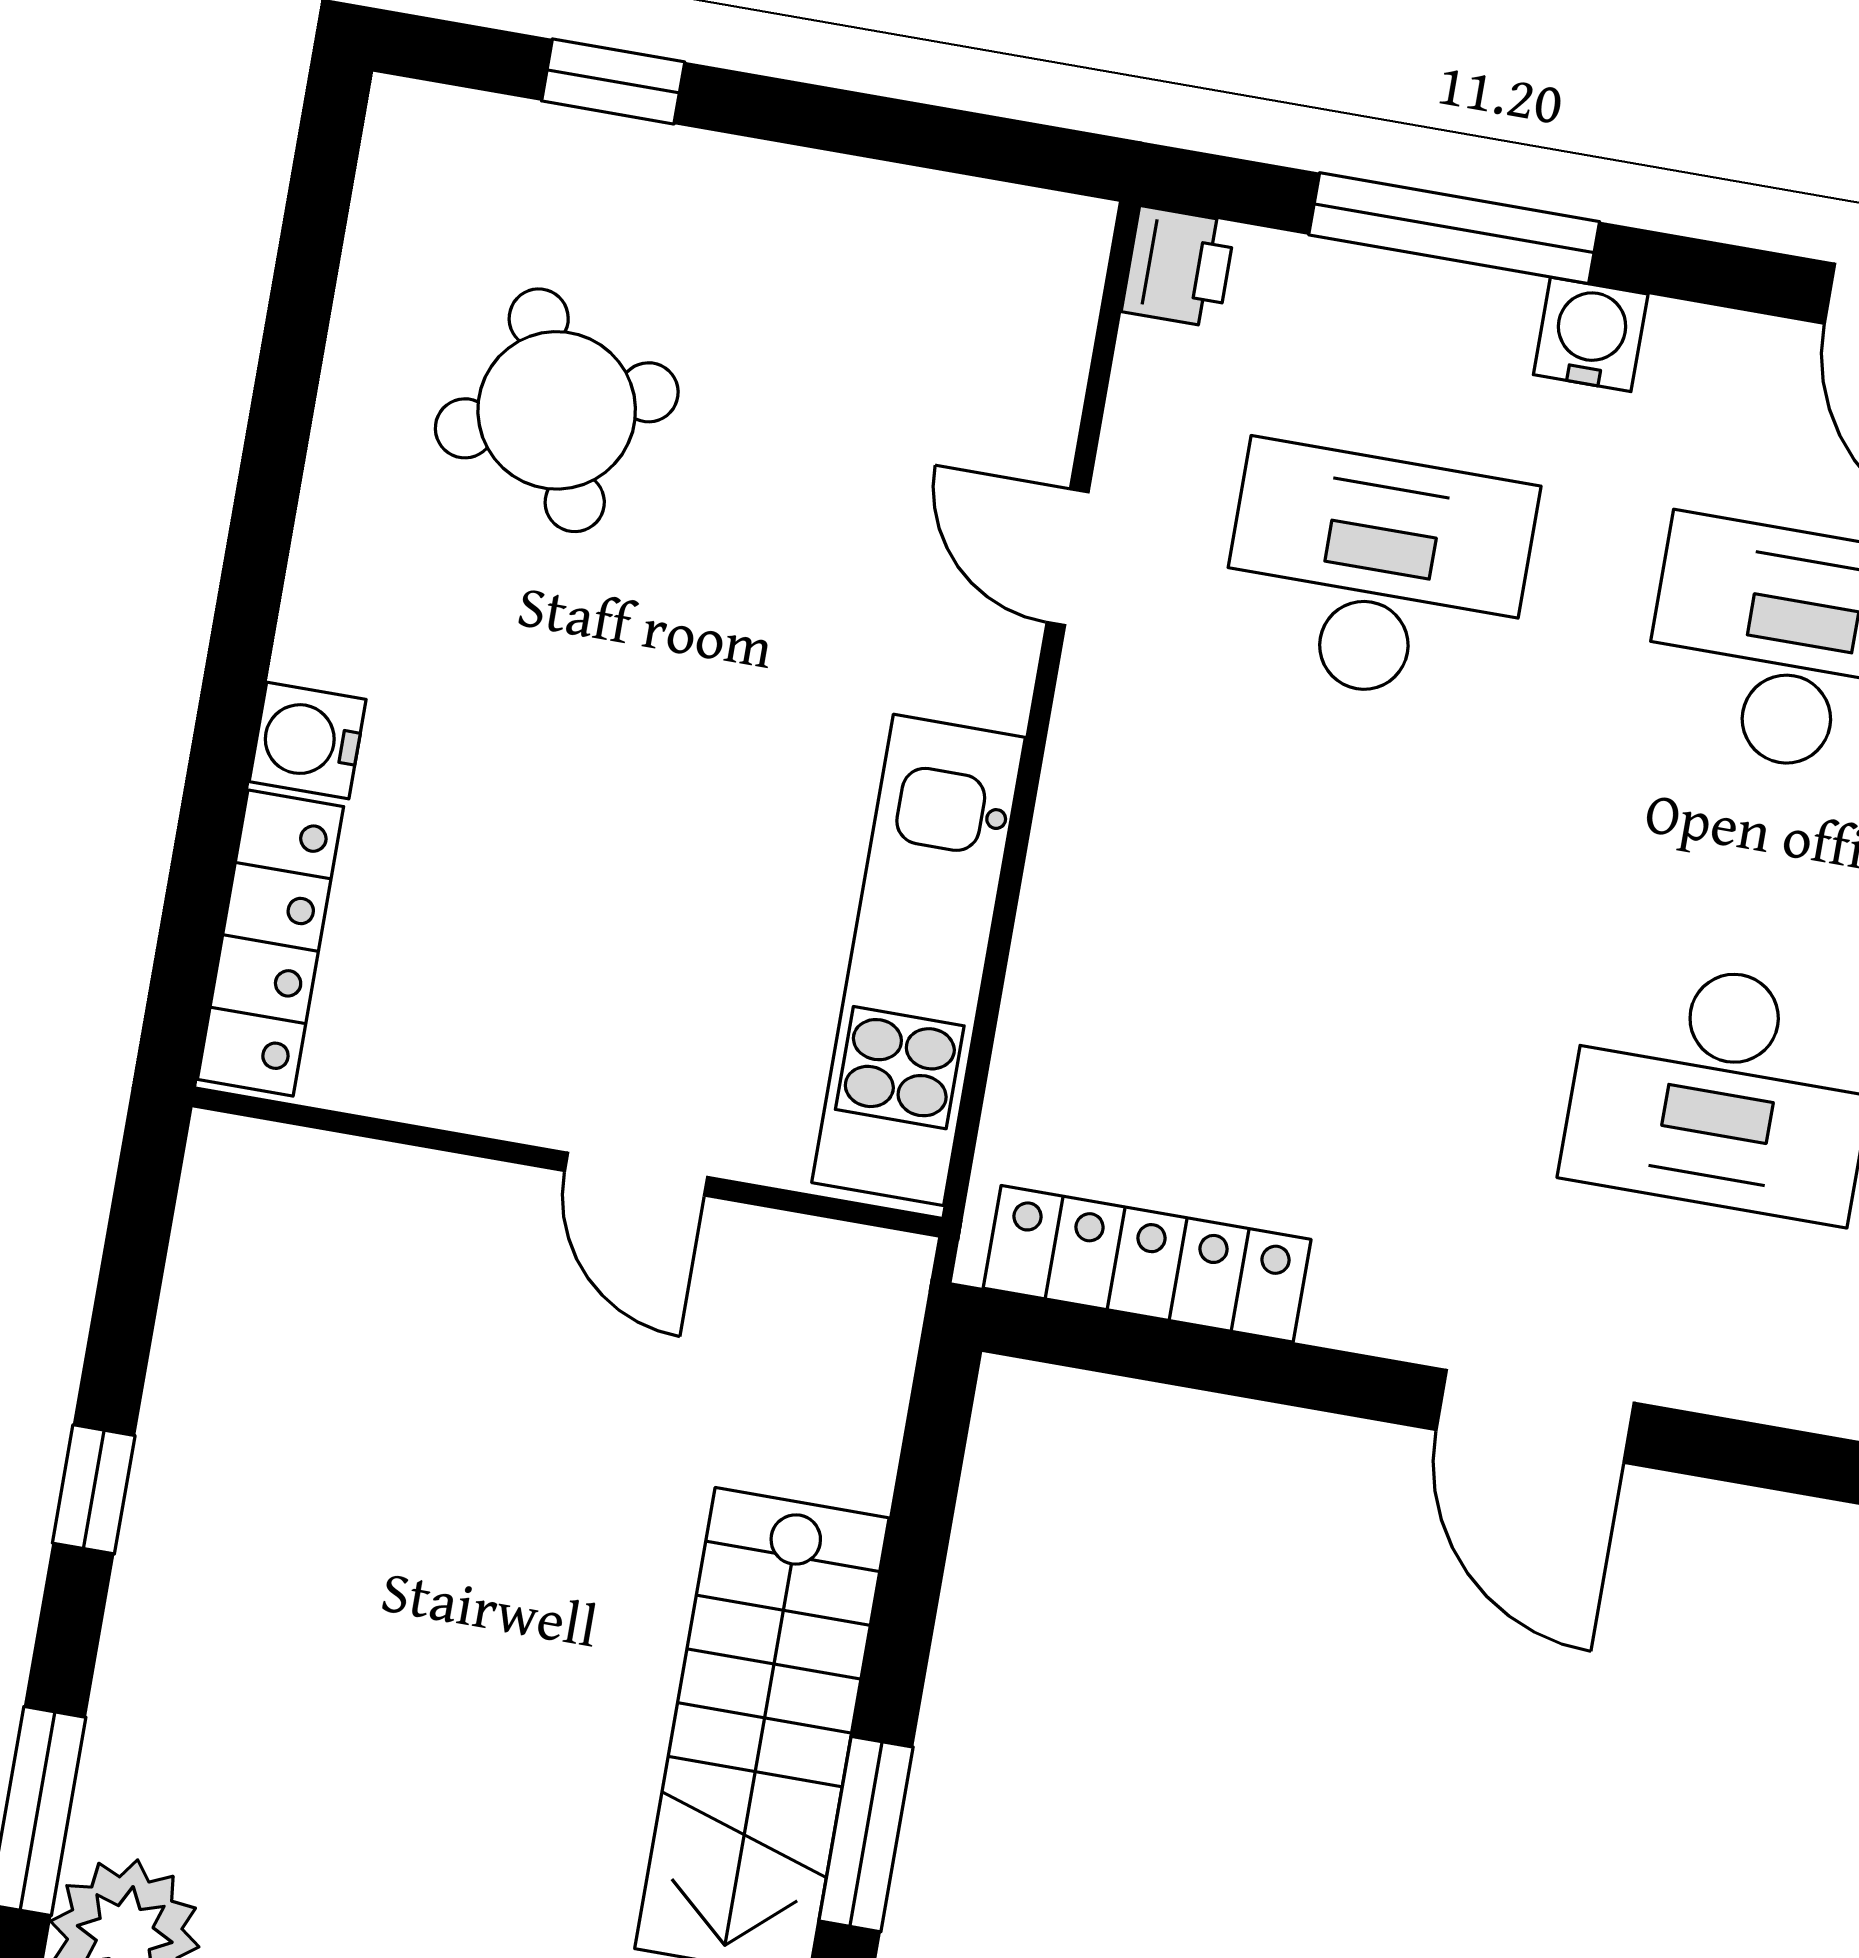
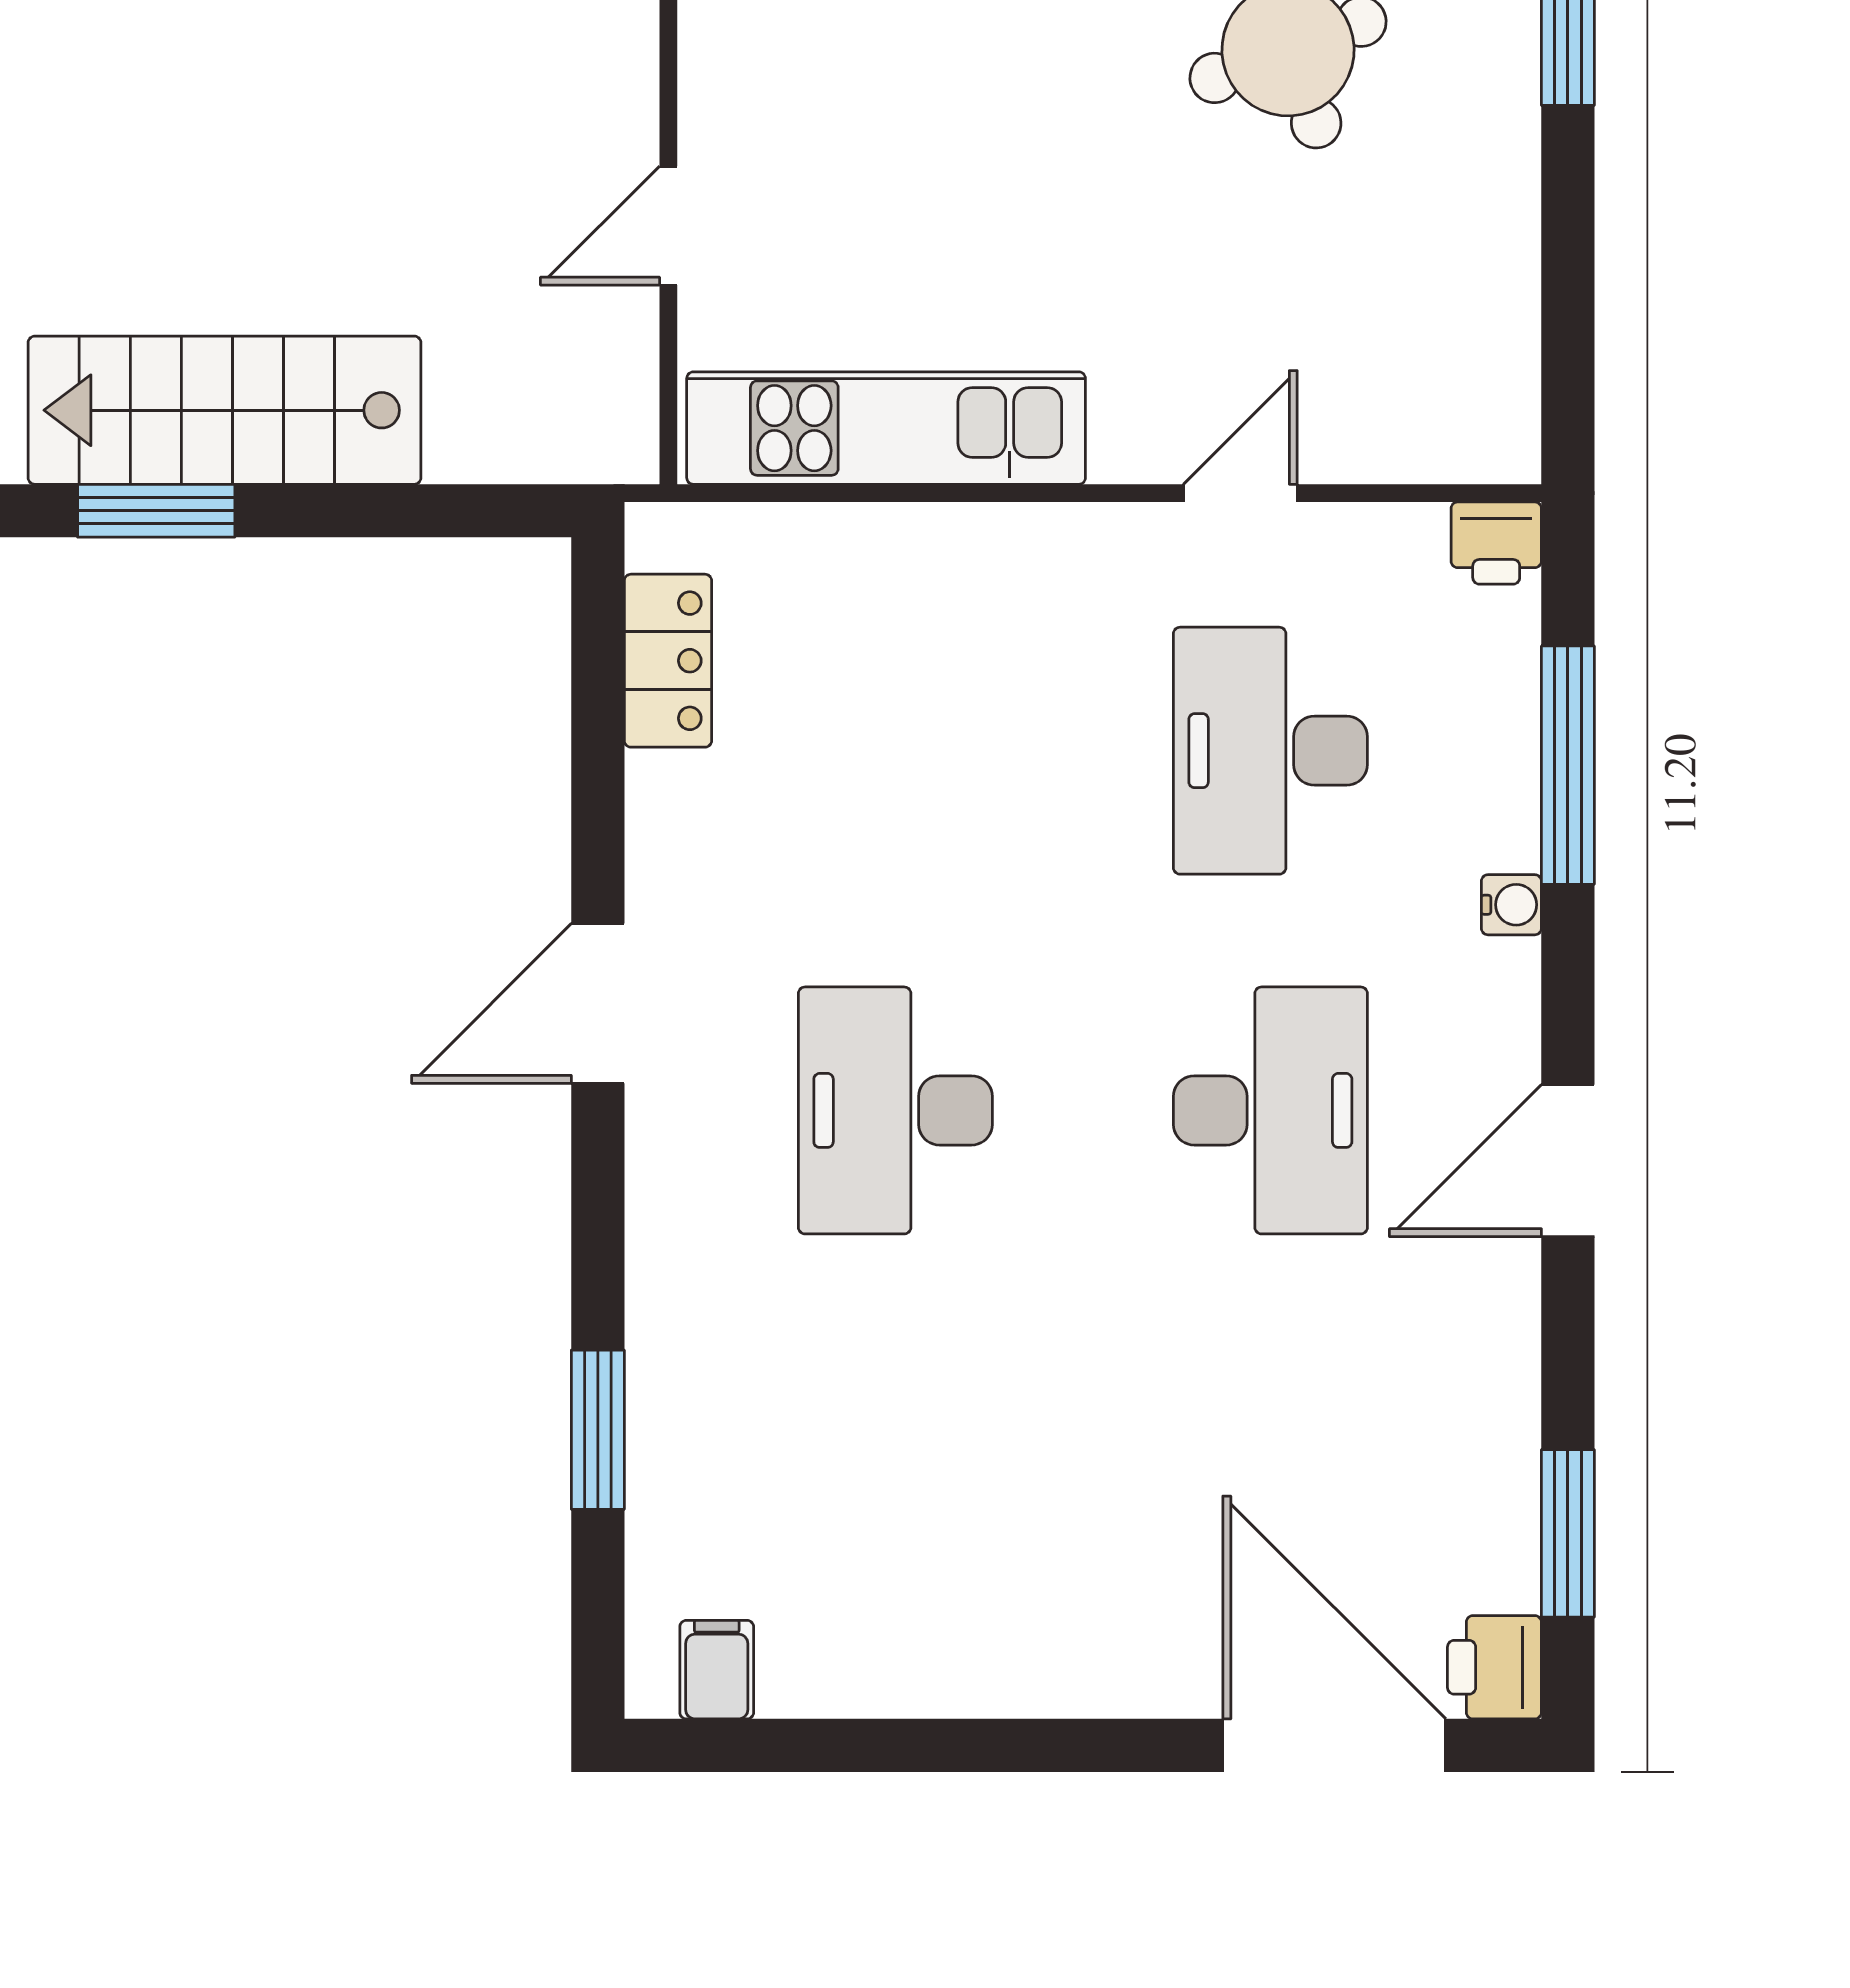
water cooler: (1591, 334) -> (1511, 905), width x0.72, depth x0.72
desk: (1376, 575) -> (1270, 751), turned 180
locker: (1147, 1264) -> (668, 661), width x0.66

